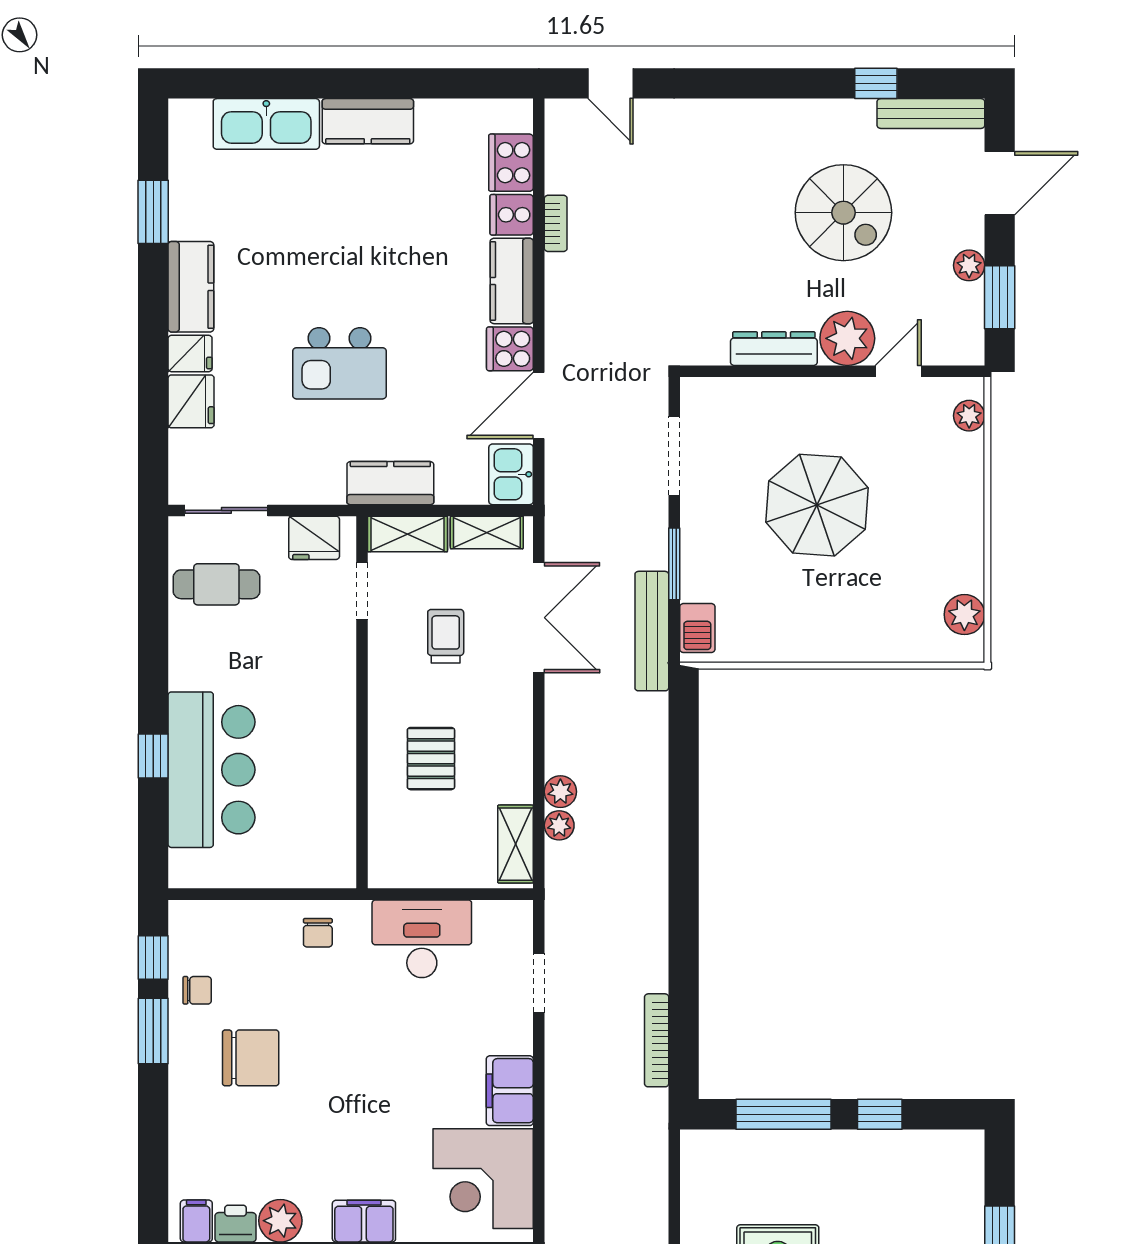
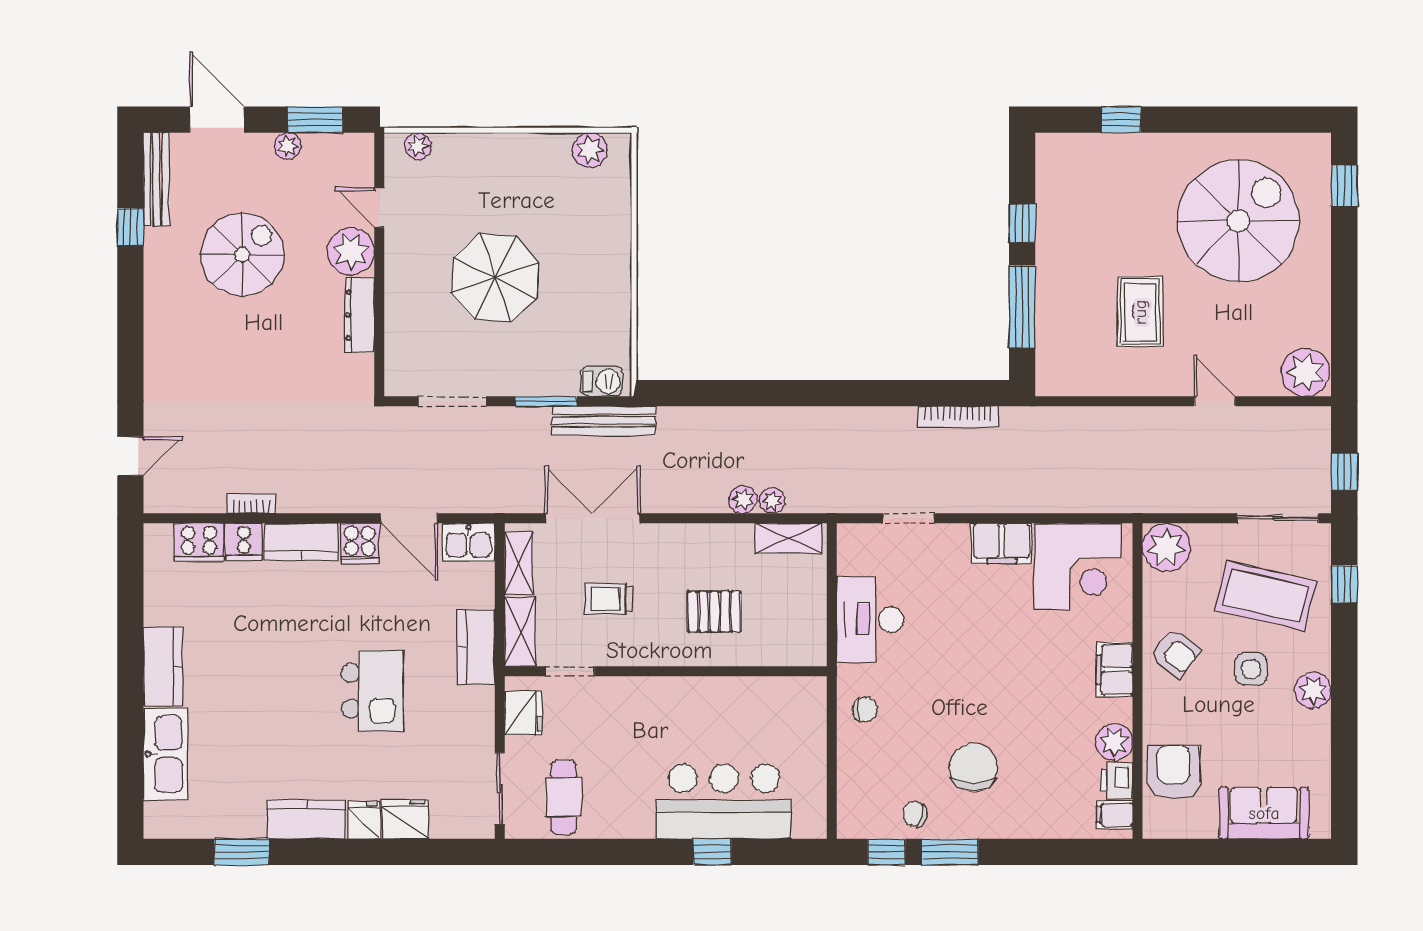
chair: (197, 990) -> (915, 814), turned -73

